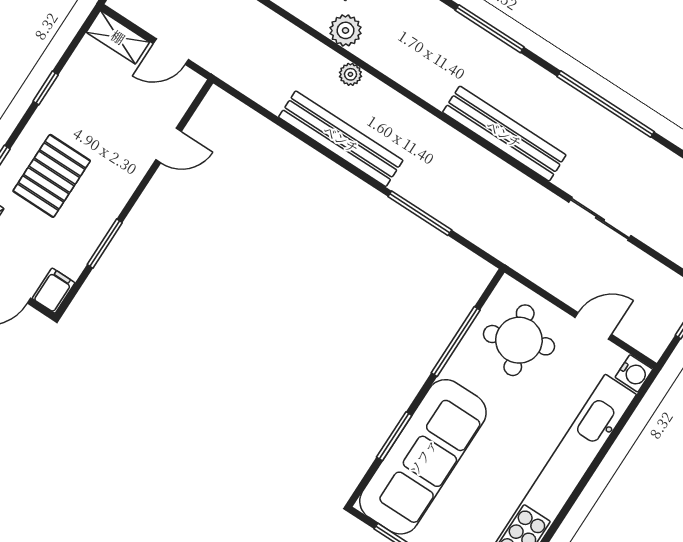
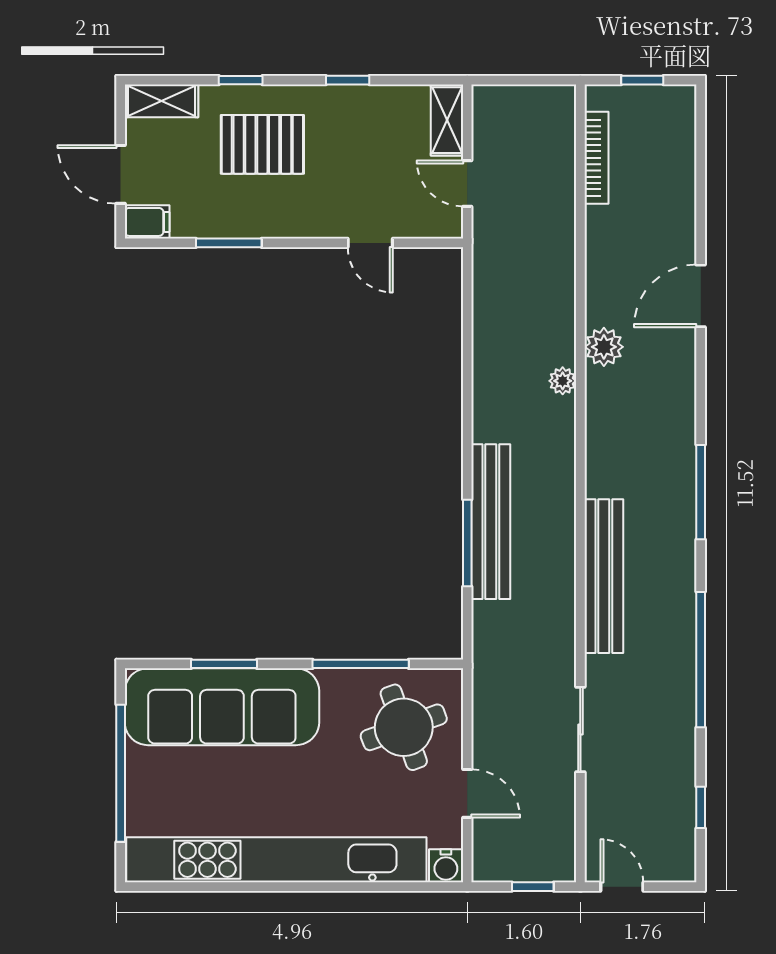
bench: (341, 139) -> (491, 522), moved

